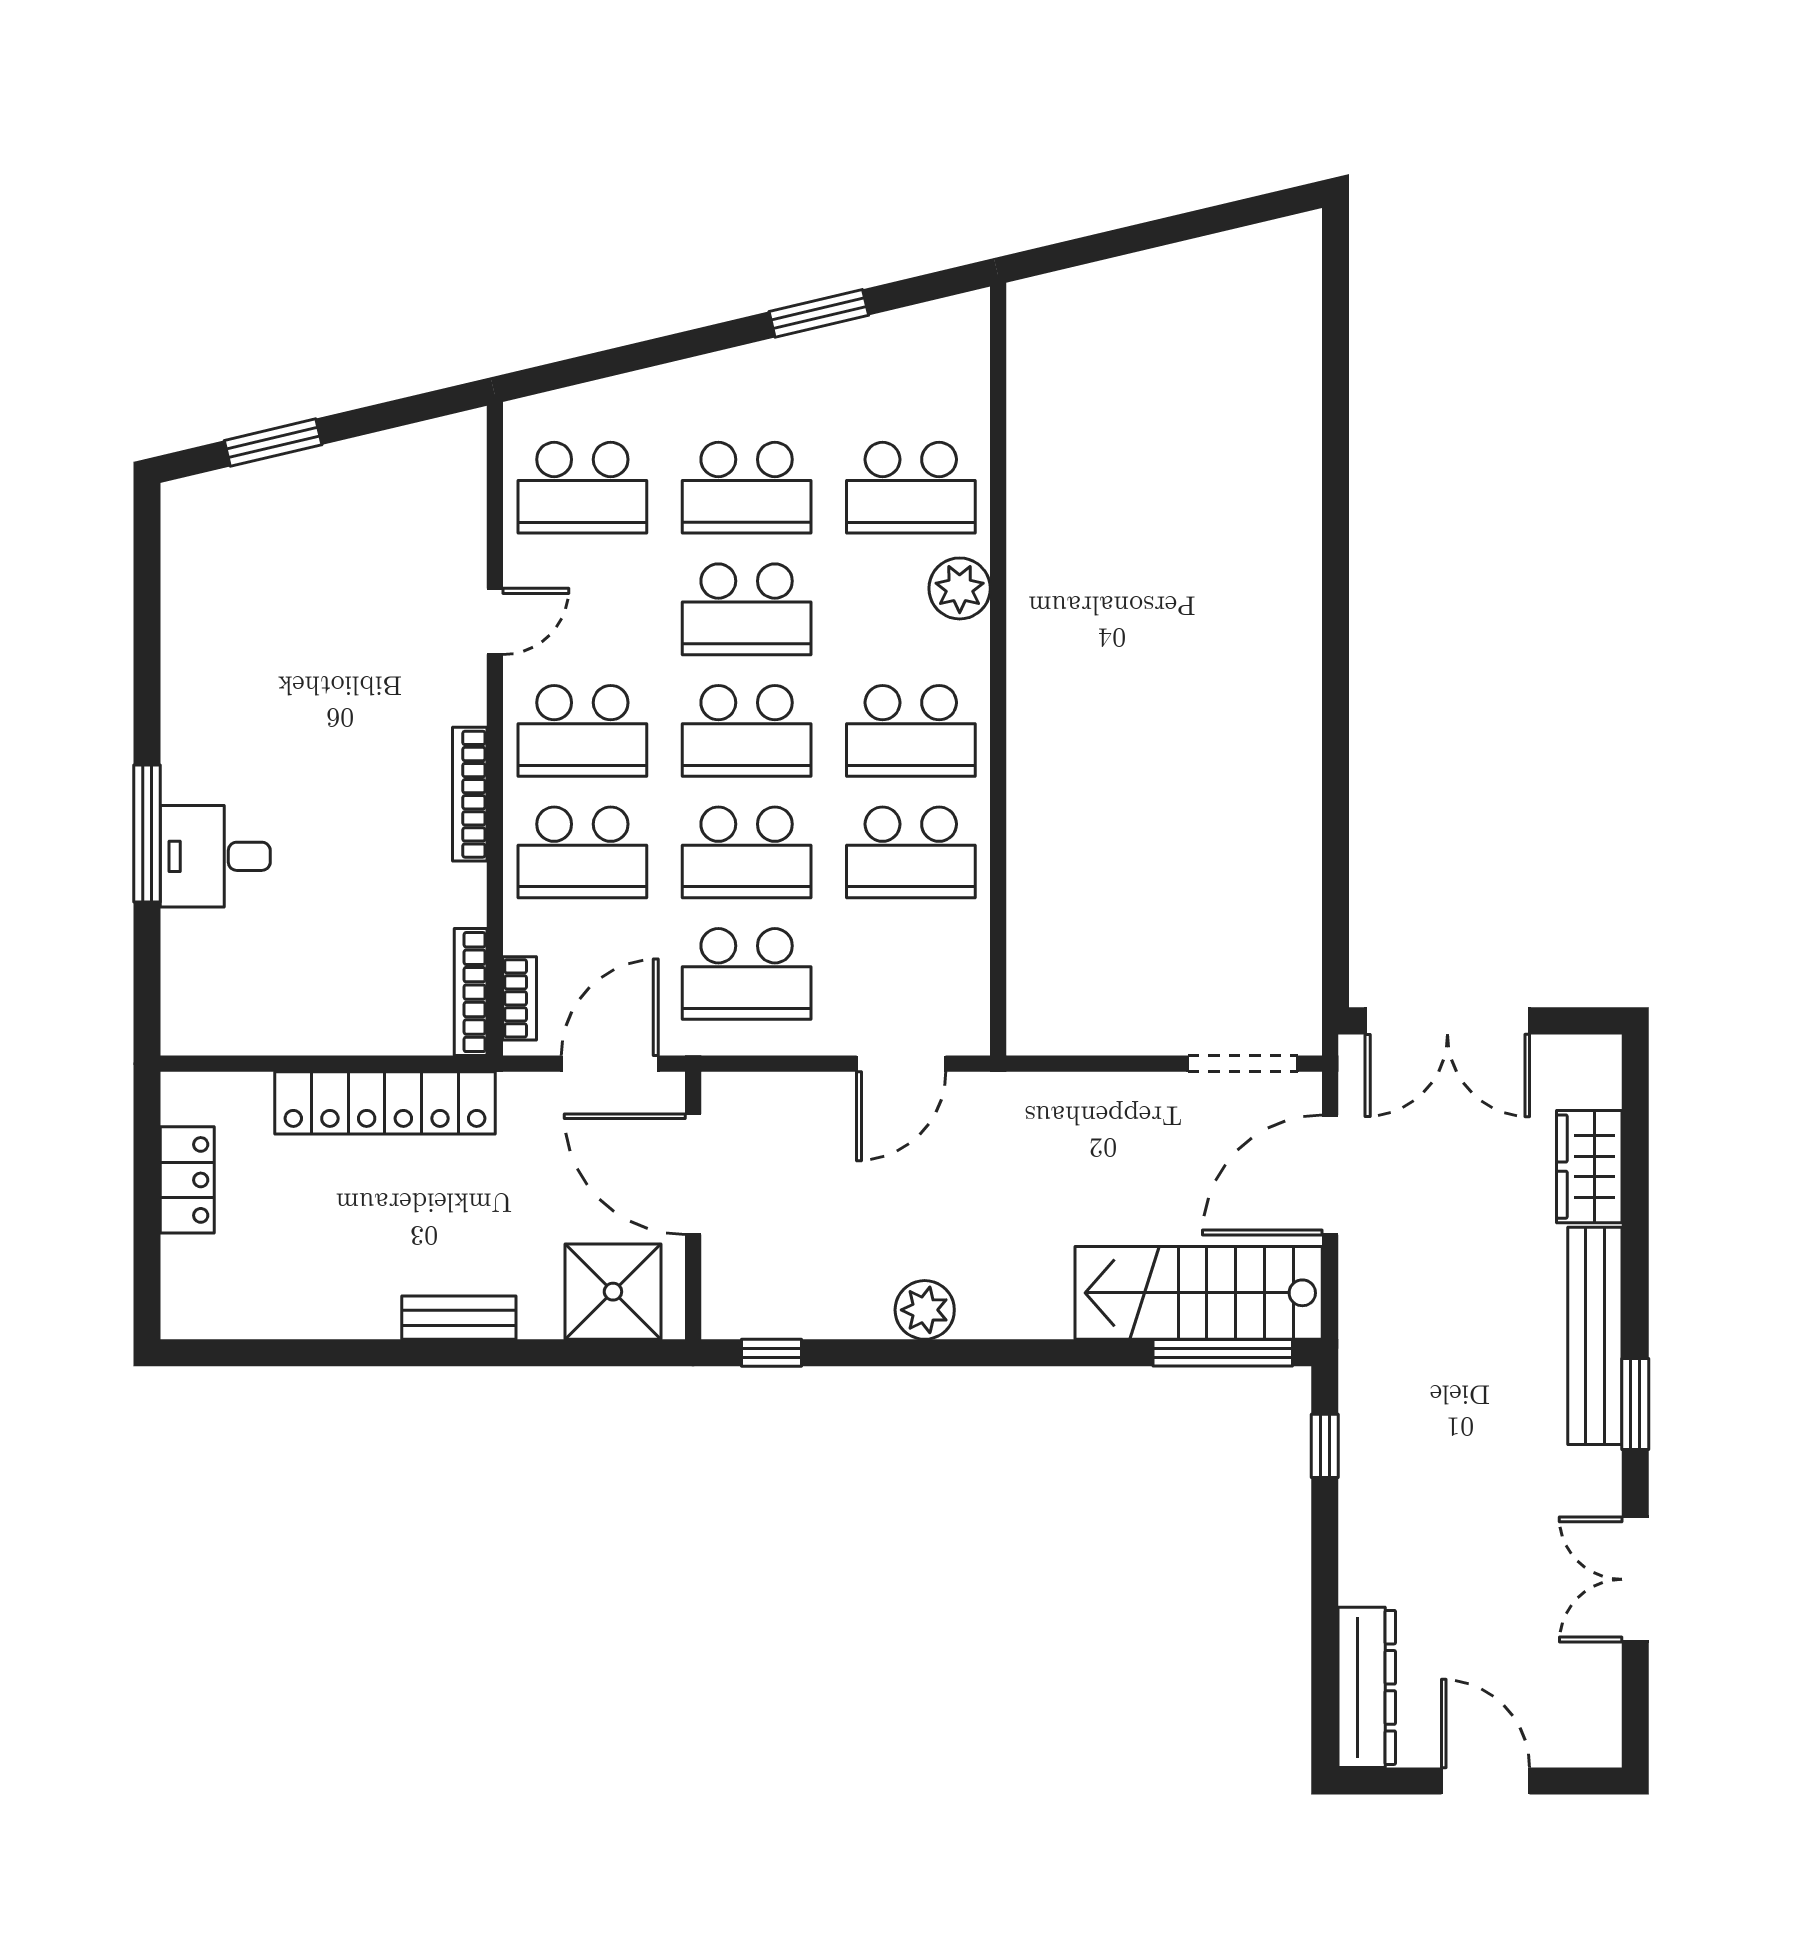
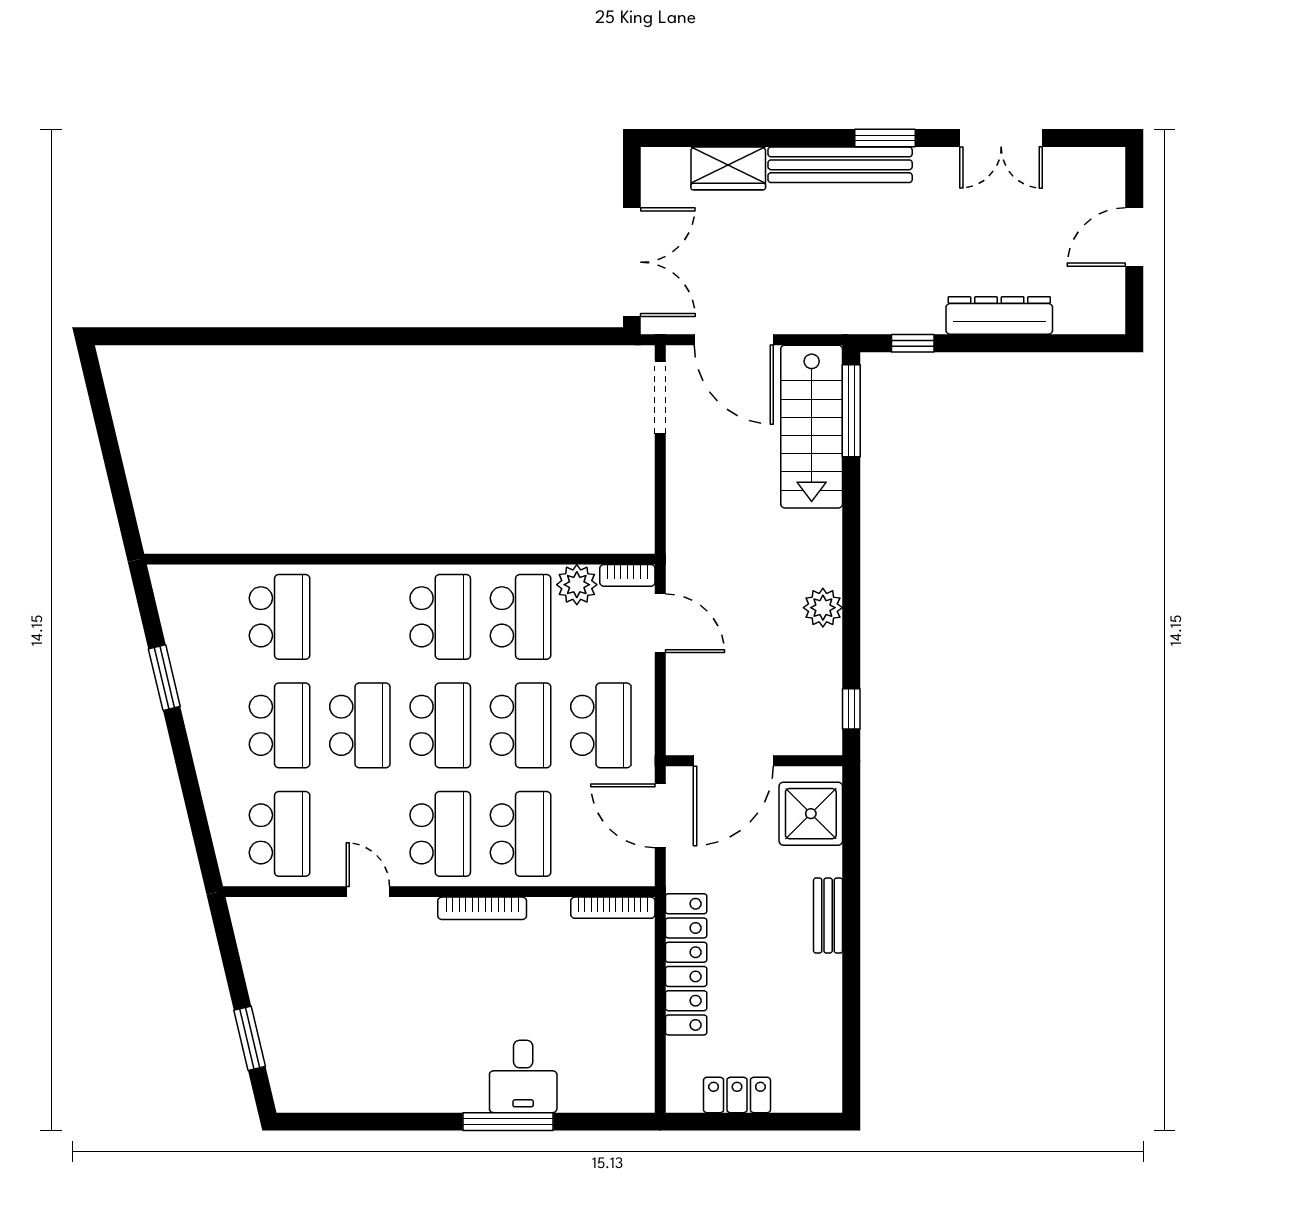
plant: (960, 588) -> (577, 585), moved
bookcase: (520, 998) -> (627, 575), moved, turned 180
dresser: (1367, 1687) -> (999, 315), moved

